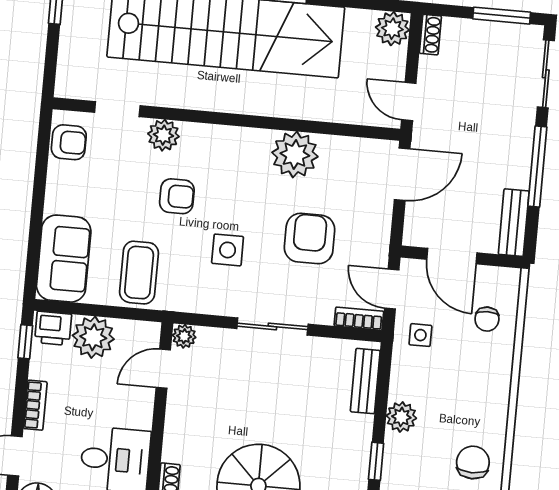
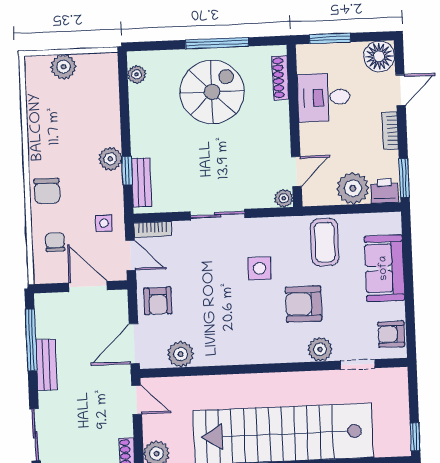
plant: (295, 155) -> (181, 354), moved, width x0.73, depth x0.73
window: (537, 167) -> (31, 340), moved
armchair: (177, 196) -> (304, 304), width x1.38, depth x1.38
bench: (514, 223) -> (46, 365), moved
armchair: (310, 239) -> (158, 301), moved, width x0.72, depth x0.72
sofa: (64, 259) -> (384, 268), moved
window: (25, 342) -> (404, 178), width x1.50
window: (376, 461) -> (127, 171), moved
chair: (473, 462) -> (47, 191), moved

